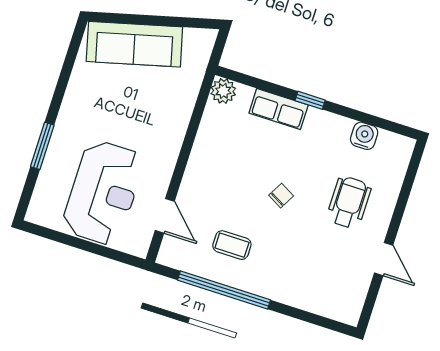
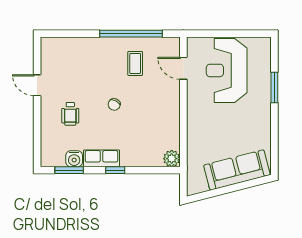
row of seats: (279, 109) -> (101, 158), moved
window: (377, 122) -> (69, 170), added
wheelchair: (349, 202) -> (70, 114), width x0.73, depth x0.73
coffee table: (232, 245) -> (135, 63), turned 90

